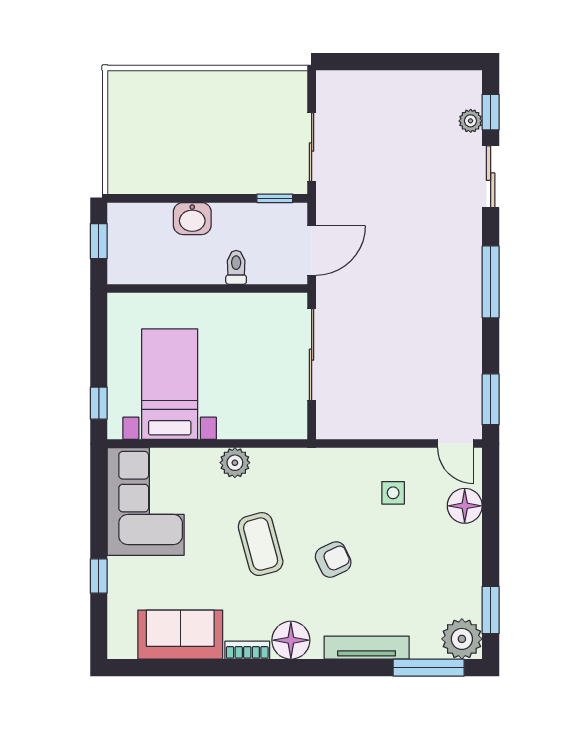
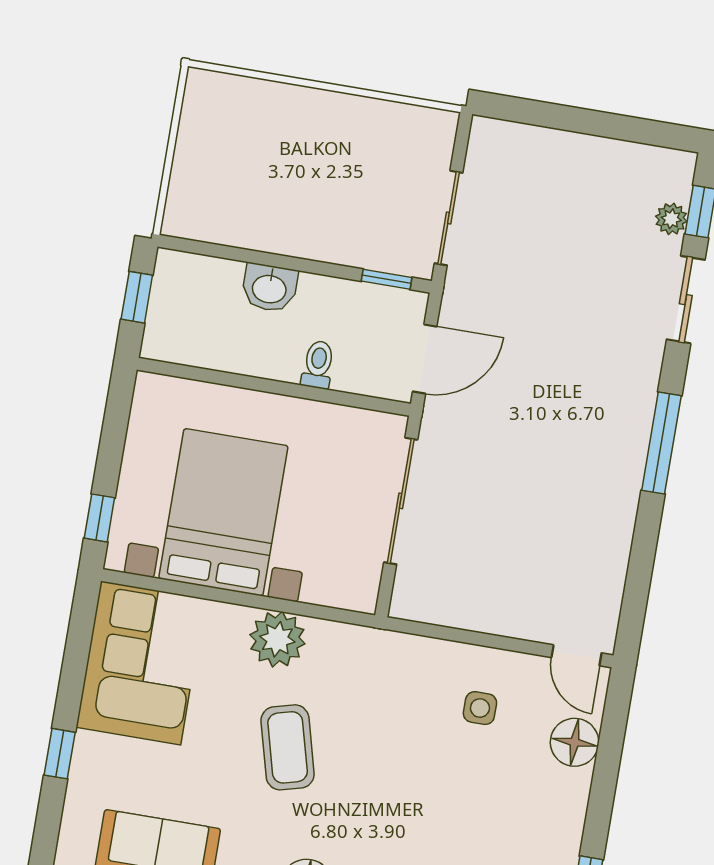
bed with nightstands: (170, 384) -> (223, 512), width x1.36
window: (491, 399) -> (634, 603), removed
plant: (235, 463) -> (277, 639), width x1.36, depth x1.36
armchair: (333, 560) -> (383, 785), removed

